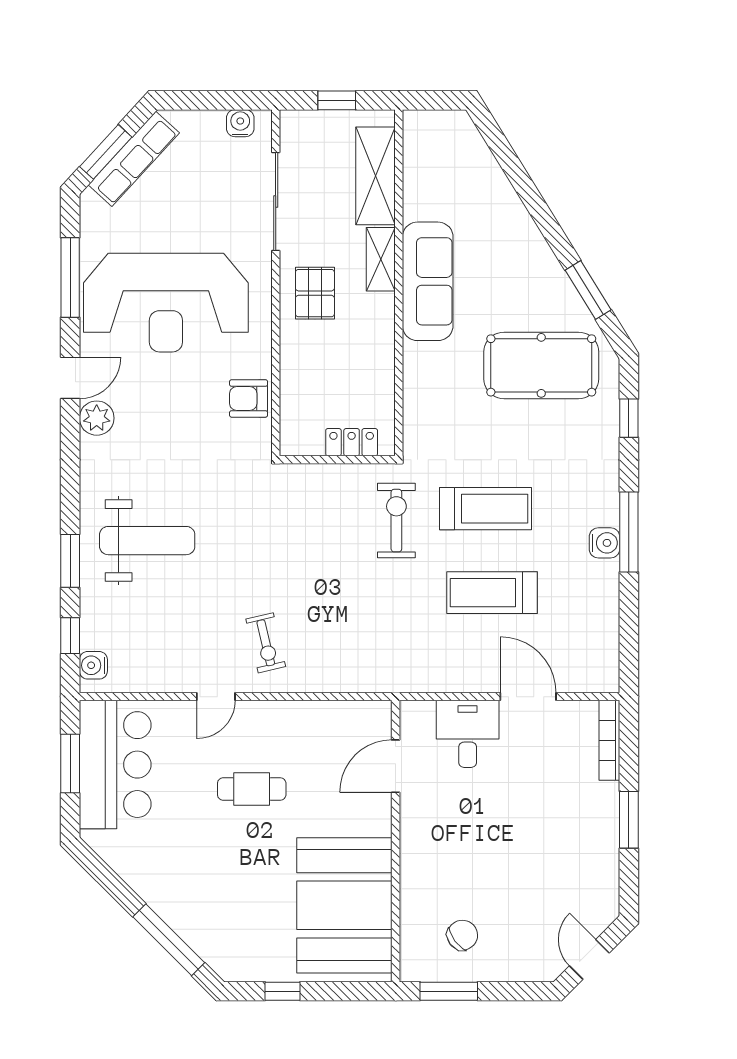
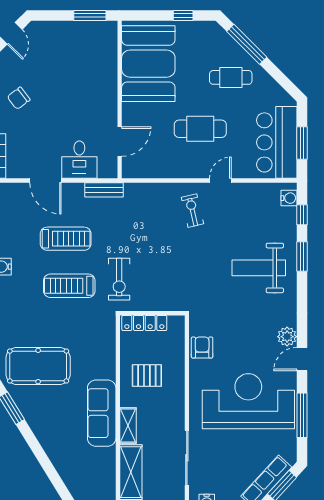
pallet: (315, 293) -> (147, 376), moved, turned 90
armchair: (249, 398) -> (202, 347), turned -90
locker: (352, 442) -> (144, 323), width x1.53
bench: (424, 680) -> (104, 190), added
cafe table: (252, 789) -> (200, 129), width x1.37, depth x1.35
cafe table: (197, 881) -> (231, 77), added
chair: (462, 935) -> (19, 98), moved

